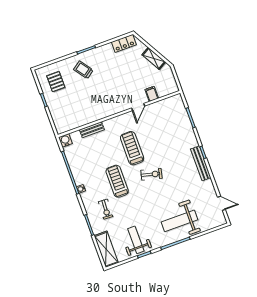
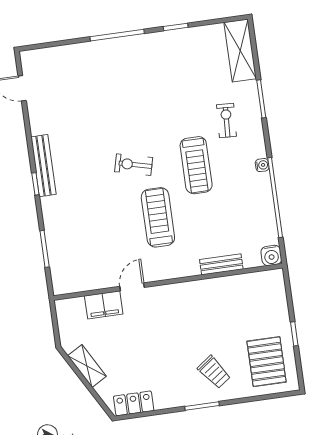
pallet: (56, 82) -> (267, 362), width x1.50, depth x1.42
filing cabinet: (152, 94) -> (104, 305), width x2.00
treadmill: (132, 148) -> (158, 217), turned 180
weight bench: (179, 221) -> (102, 73), removed
weight bench: (136, 240) -> (185, 56), removed

